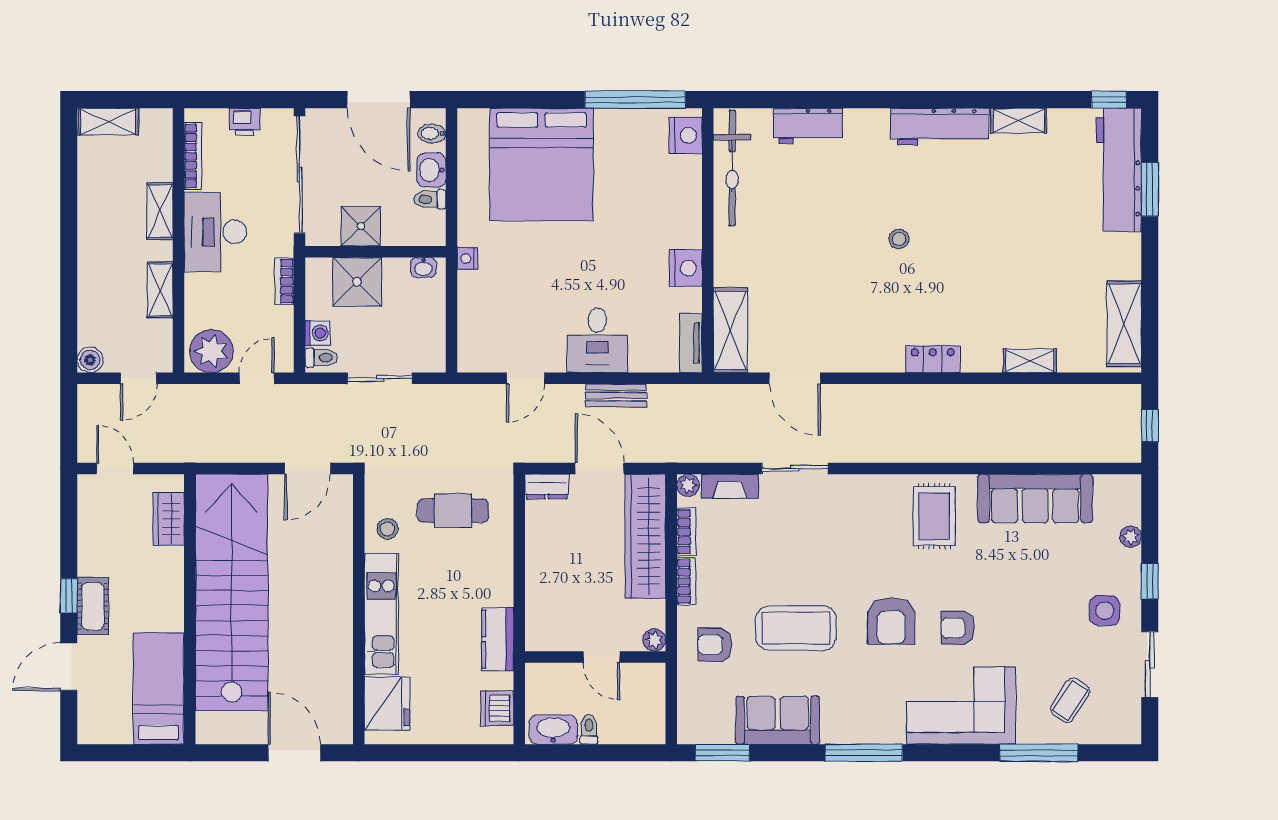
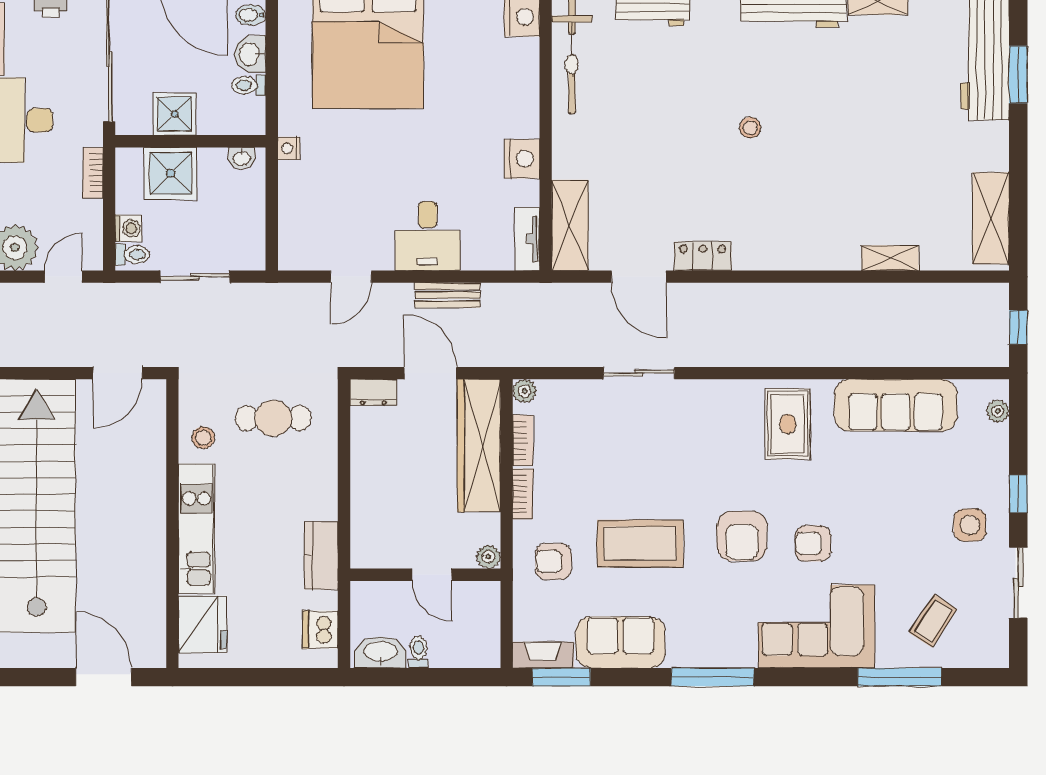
locker: (933, 359) -> (703, 256), moved
fireplace: (730, 486) -> (543, 655), moved, turned 180
plant: (1131, 537) -> (998, 411), moved

